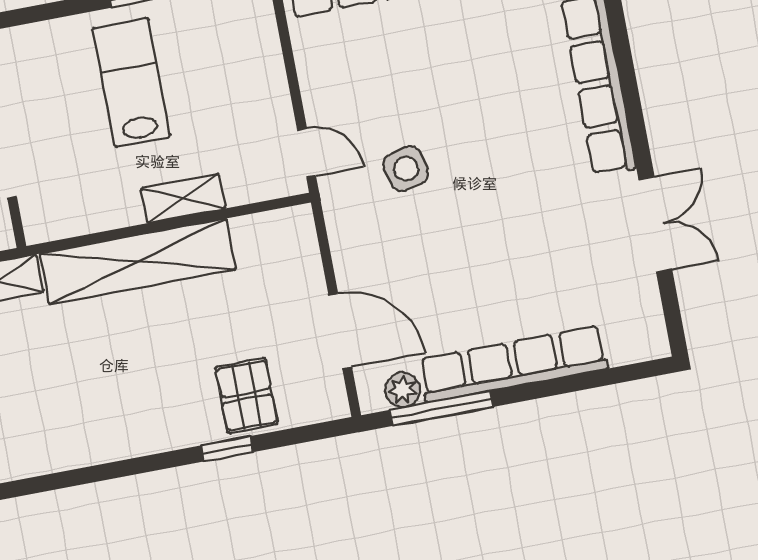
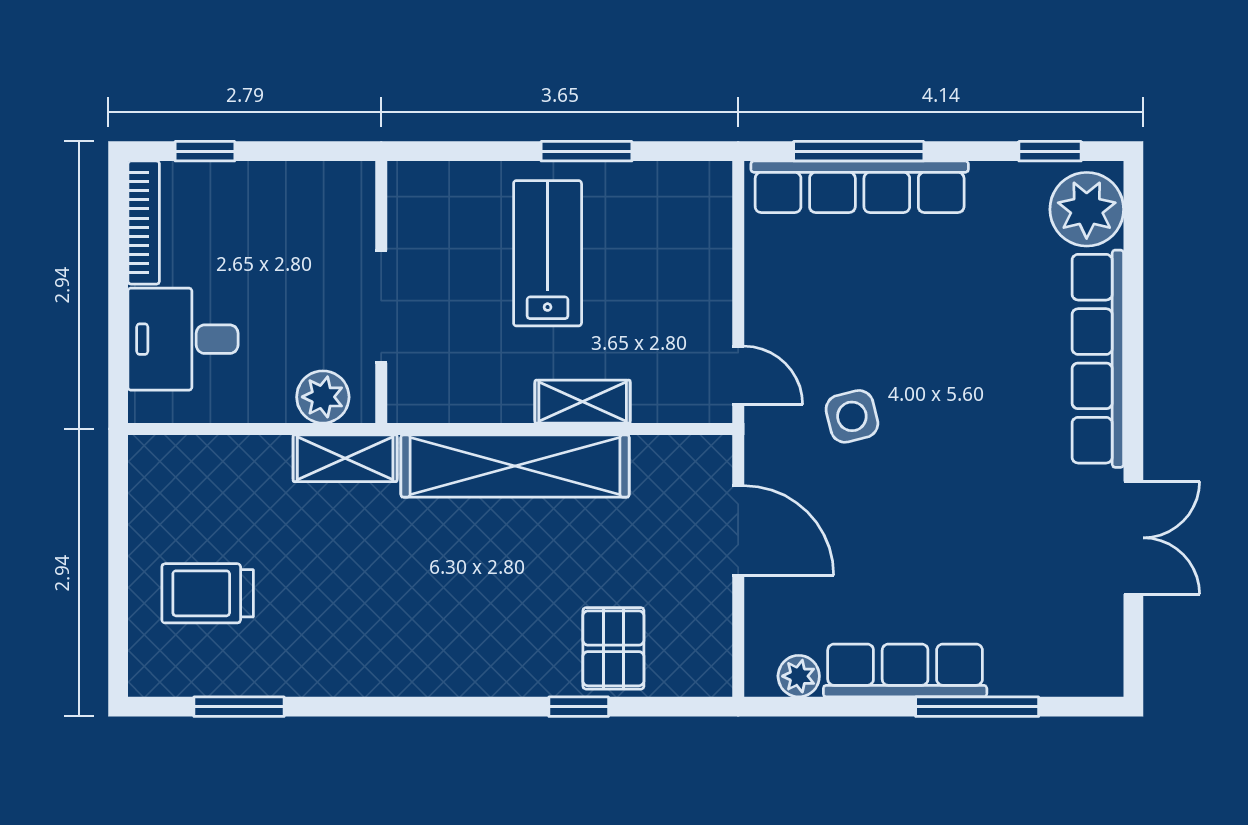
door: (340, 331) -> (738, 531), moved
row of seats: (513, 364) -> (905, 671), width x0.73
window: (441, 408) -> (977, 707), moved

